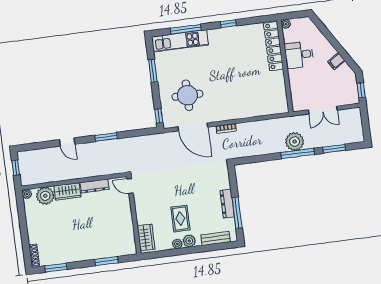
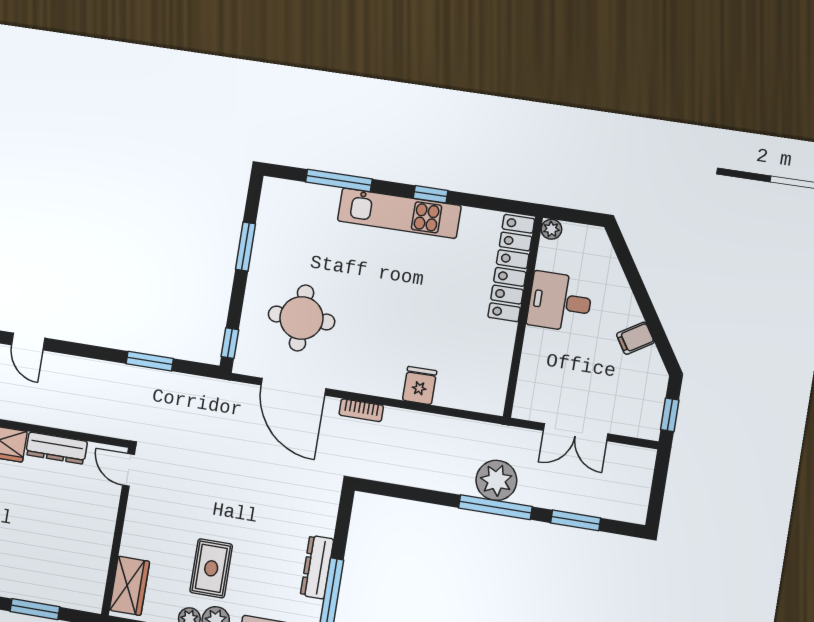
kitchen unit: (180, 41) -> (399, 213), moved
fridge: (249, 110) -> (420, 386), added
window: (106, 137) -> (150, 361), moved

